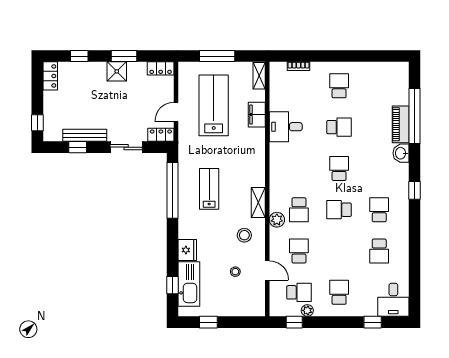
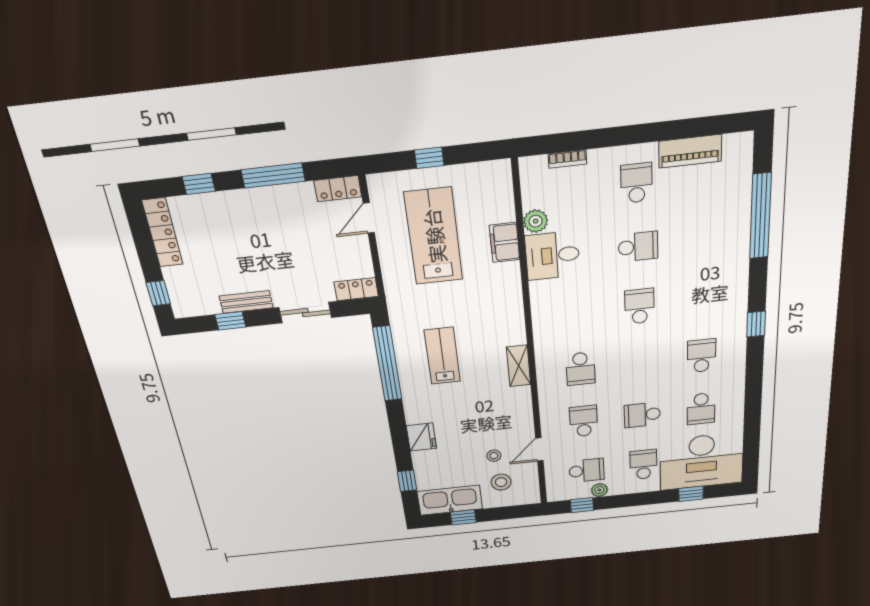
window: (124, 56) -> (273, 175), width x1.44
window: (217, 56) -> (429, 158), width x0.46
shower: (117, 71) -> (266, 202), removed
locker: (50, 76) -> (162, 233), width x1.53
shelving: (259, 76) -> (503, 182), removed
door: (176, 112) -> (369, 218), moved
piano: (401, 124) -> (690, 151), moved, turned -90
bench: (85, 135) -> (246, 302), width x0.73
washbasin: (401, 153) -> (737, 274), removed
school desk: (339, 210) -> (642, 415), moved
plant: (277, 220) -> (536, 221), moved
stool: (244, 235) -> (501, 482), moved
door: (267, 270) -> (539, 449), swing flipped
kitchen sink: (189, 284) -> (450, 500), moved, turned -90
desk: (393, 300) -> (701, 461), width x1.87, depth x1.30

